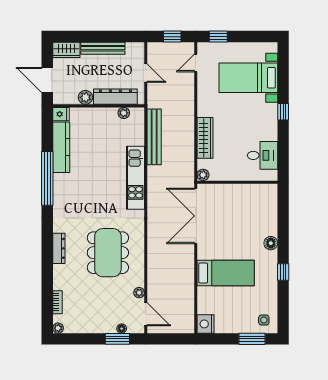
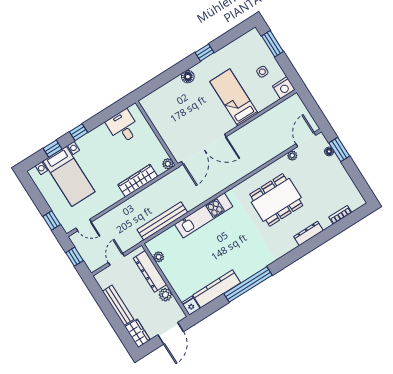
window: (283, 79) -> (52, 149), added
dresser: (59, 248) -> (308, 234), moved
side table: (264, 320) -> (262, 72), moved
plant: (58, 328) -> (360, 202), removed

